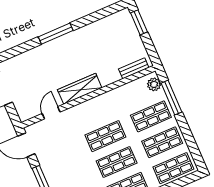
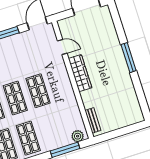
window: (139, 22) -> (131, 129), removed
shop shelf: (151, 116) -> (51, 131), removed

